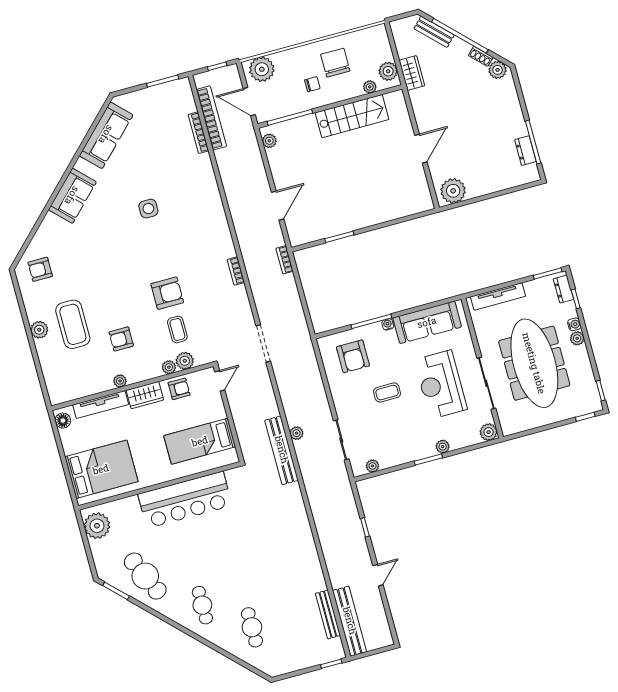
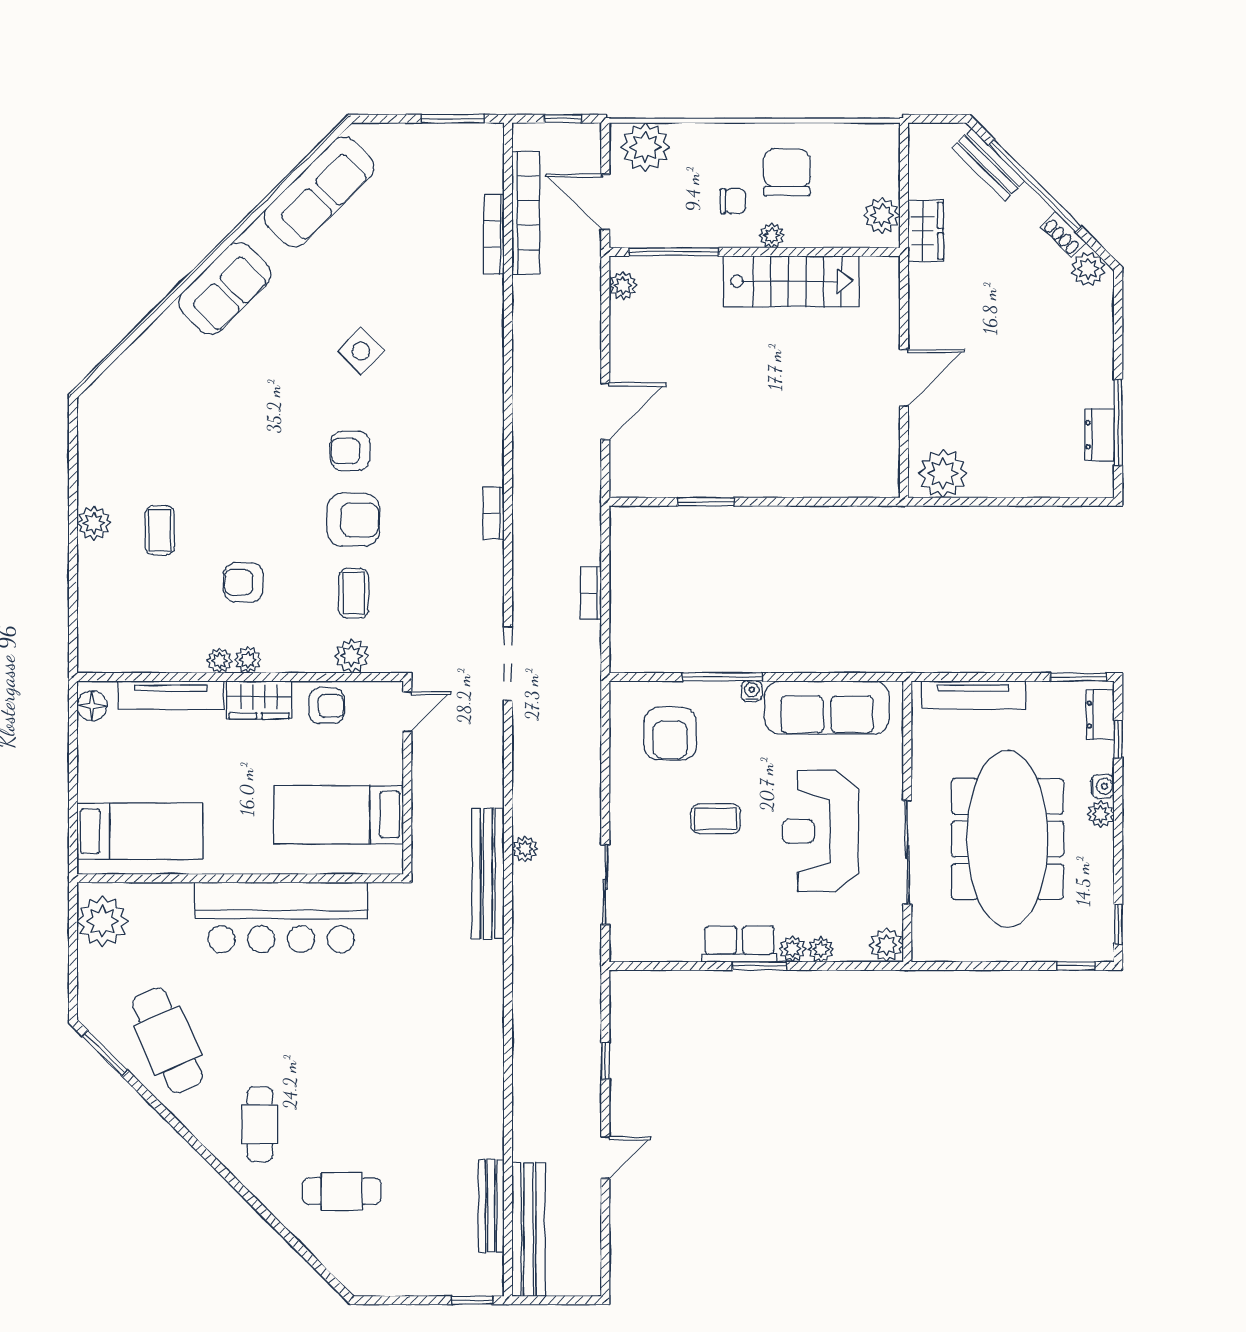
plant: (370, 87) -> (772, 235), moved
side table: (148, 209) -> (361, 351), turned 45
bookcase: (285, 260) -> (591, 593), moved
armchair: (40, 269) -> (350, 451), moved
coffee table: (73, 324) -> (160, 530), width x0.54, depth x0.58
plant: (169, 367) -> (248, 660), moved
row of seats: (416, 451) -> (739, 944), added
plant: (373, 466) -> (821, 949), moved
bed: (101, 469) -> (140, 831), width x0.67
cafe table: (252, 627) -> (342, 1191), turned 90

